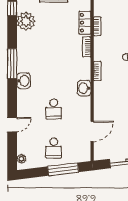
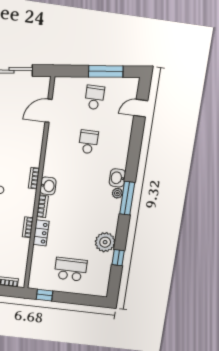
washbasin: (84, 88) -> (48, 186), moved
door: (12, 125) -> (141, 108), moved
plant: (21, 159) -> (117, 193), moved
window: (63, 169) -> (106, 71), moved

